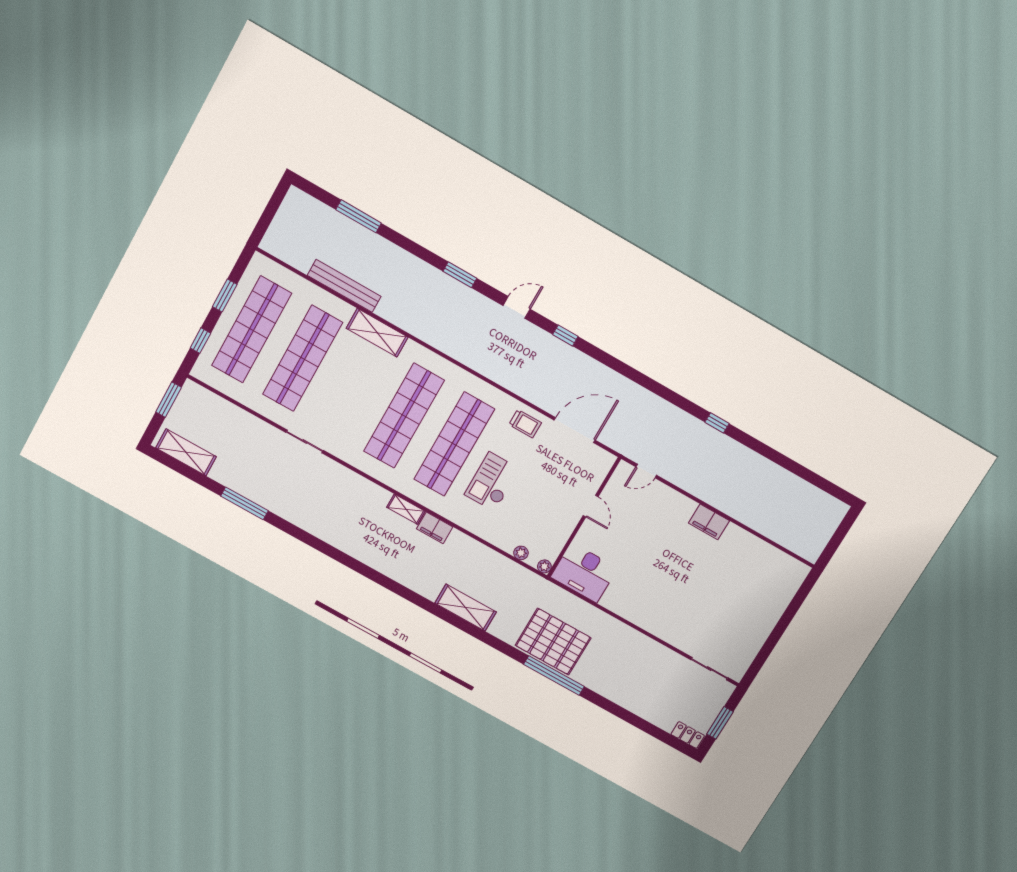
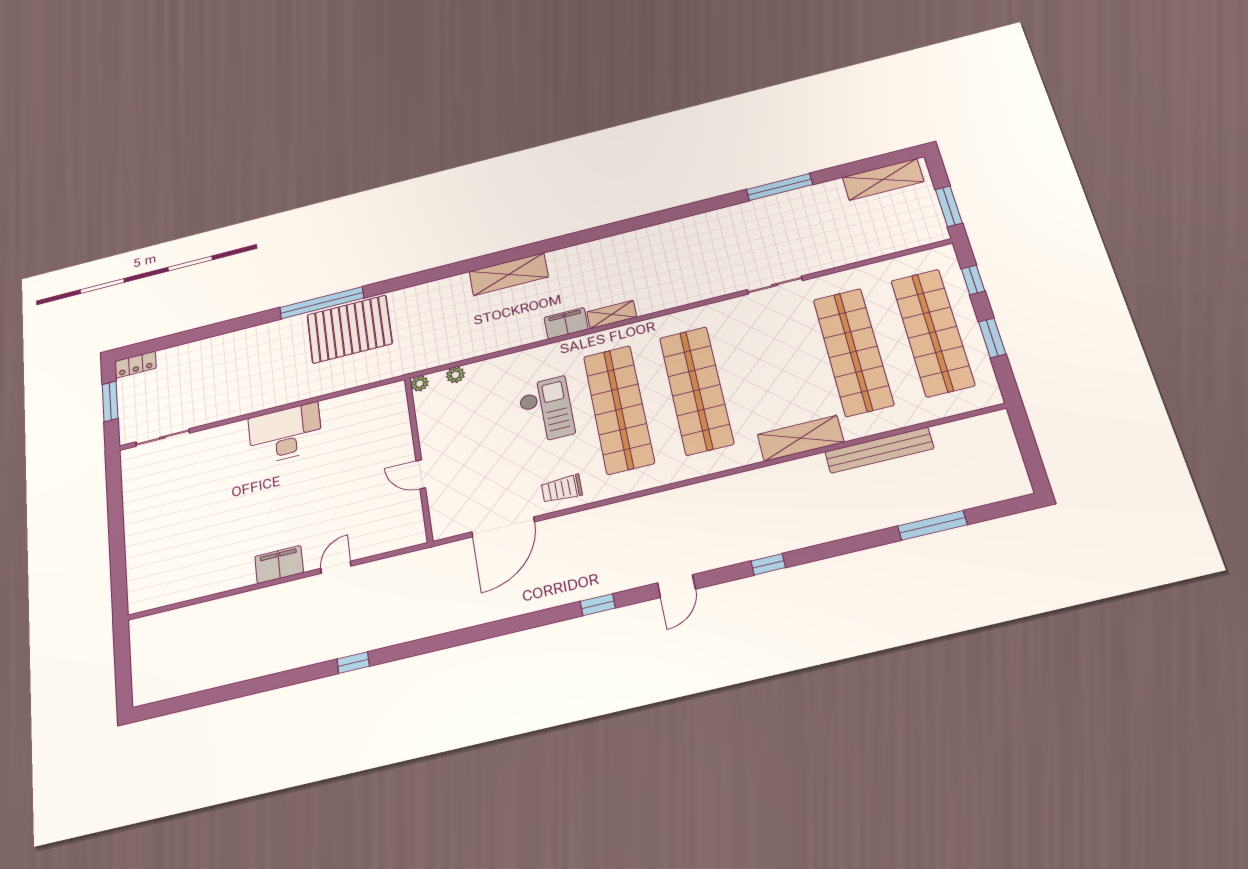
window: (460, 275) -> (768, 564), width x0.67
door: (646, 471) -> (336, 567), moved
desk: (584, 573) -> (285, 434), moved
shelving: (466, 608) -> (509, 274), moved

